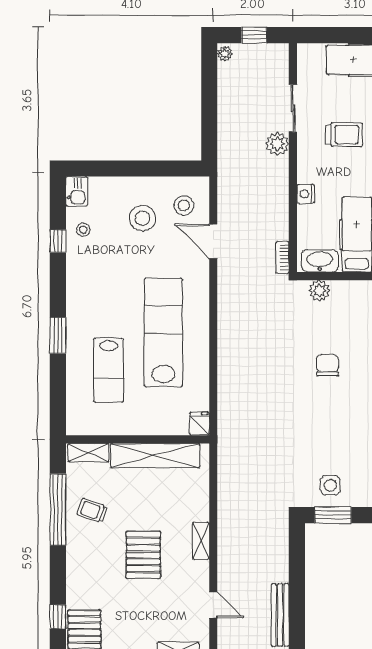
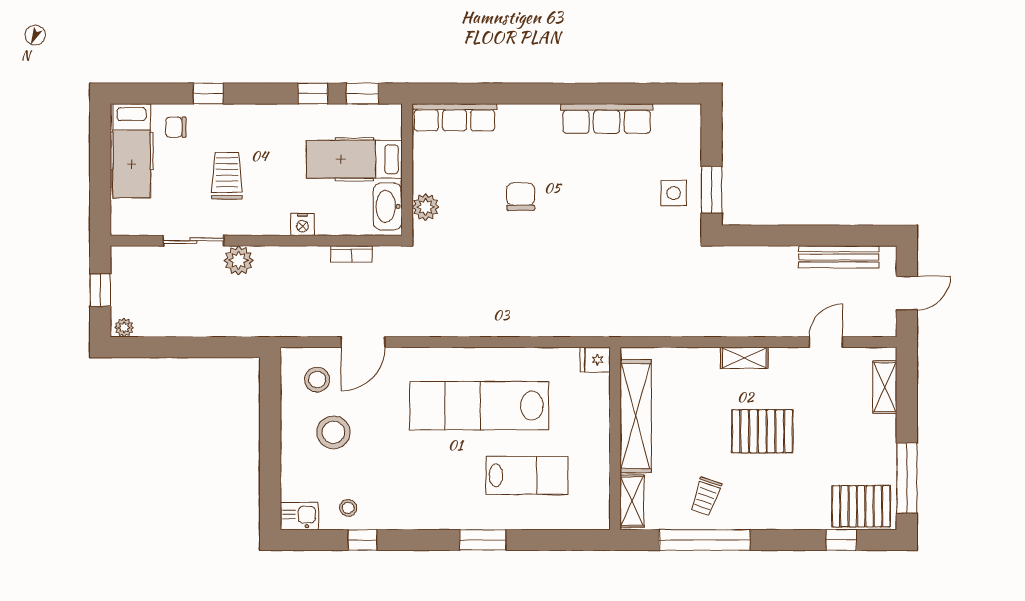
bookcase: (282, 257) -> (351, 254), moved
chair: (327, 365) -> (521, 197), turned 90

